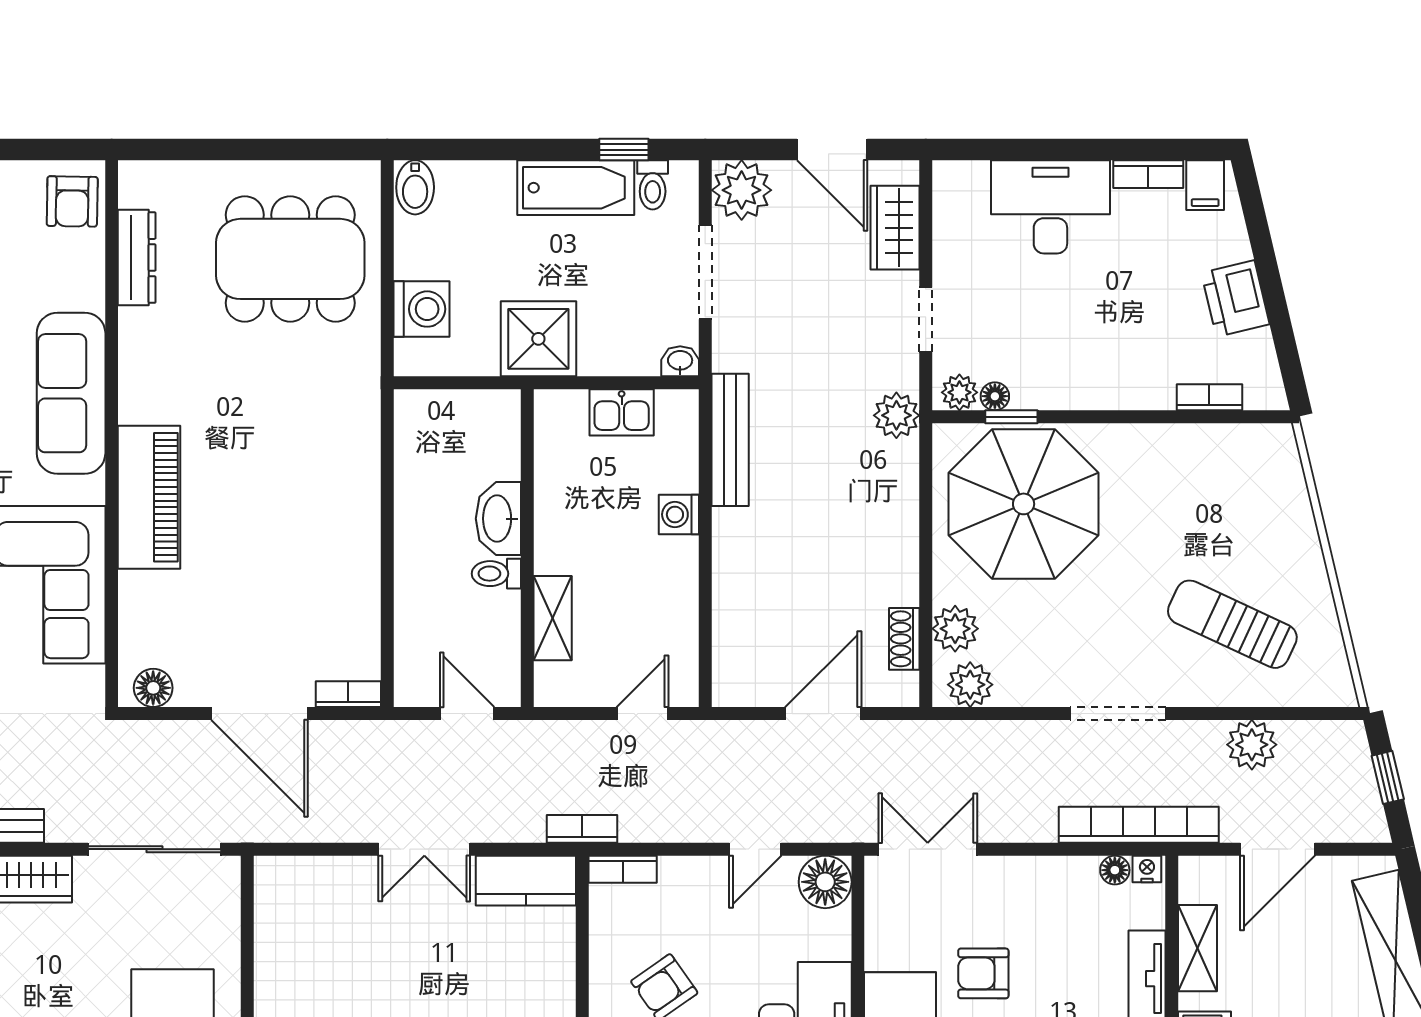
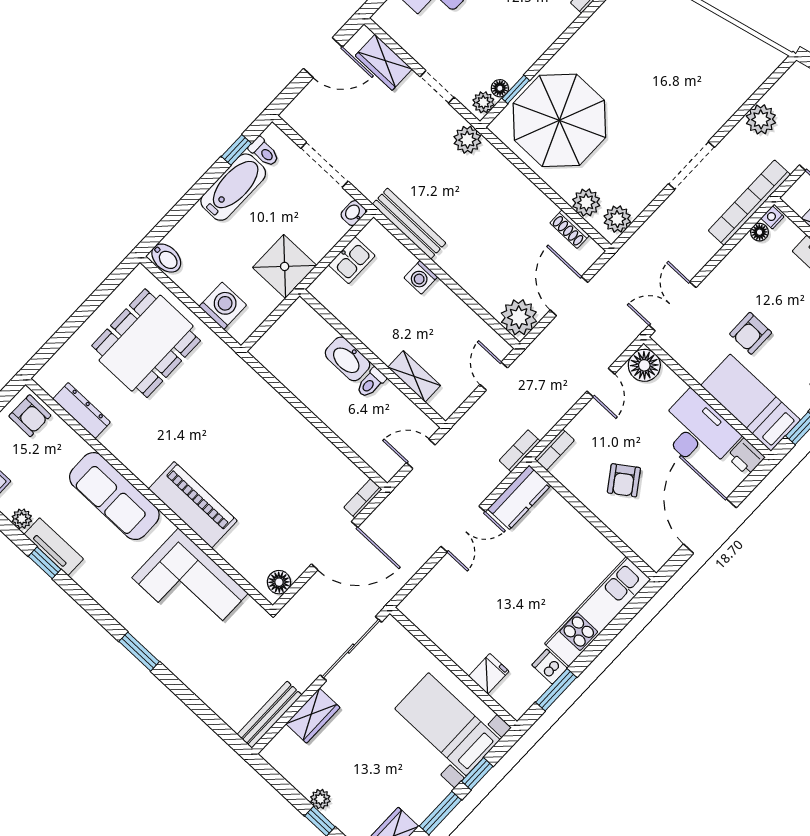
plant: (742, 190) -> (519, 317), moved
sun lounger: (1232, 624) -> (699, 78), removed

